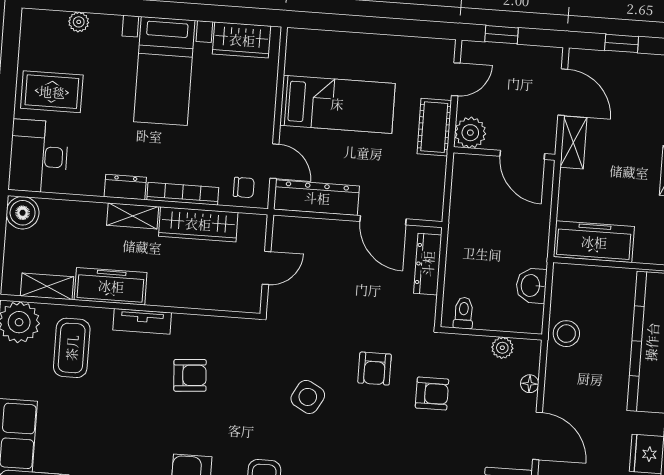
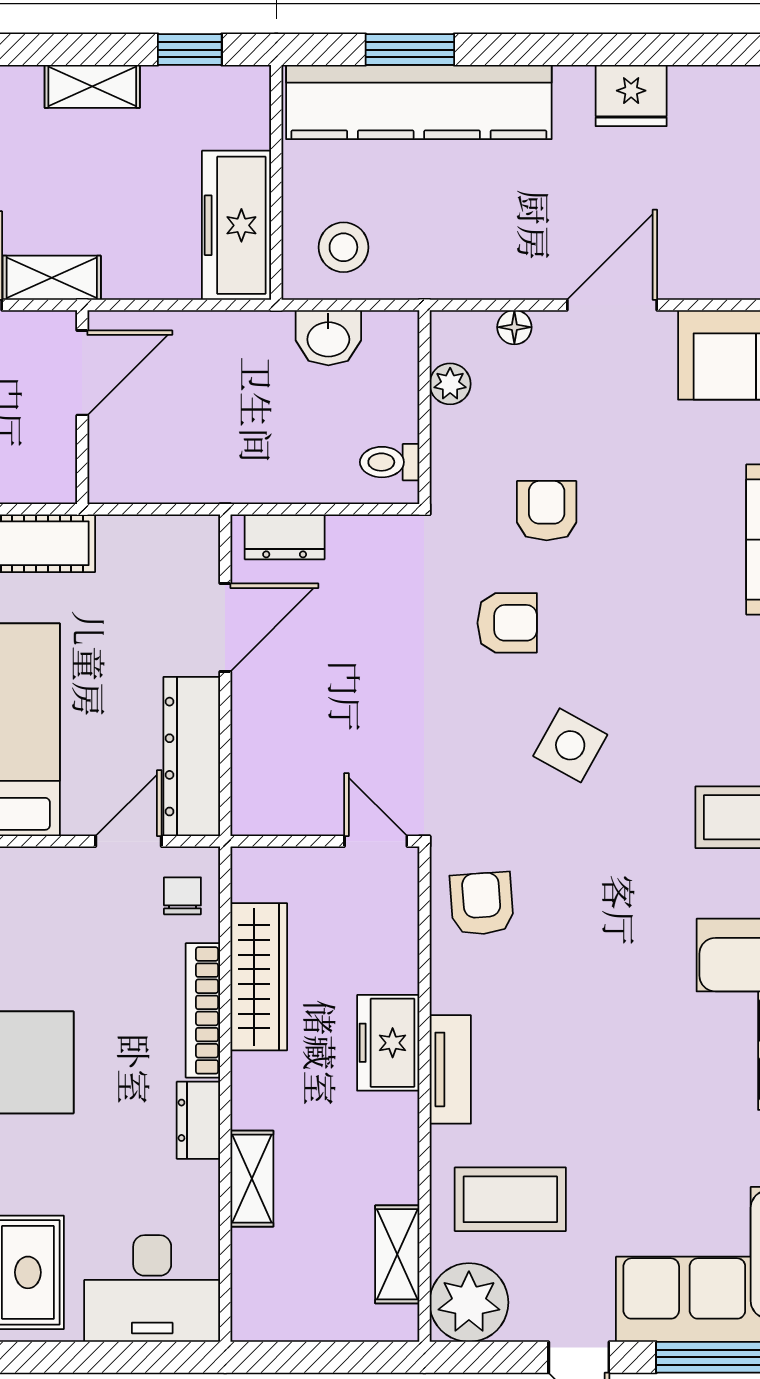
plant: (470, 133) -> (47, 474), removed
boiler: (23, 213) -> (261, 1311), removed
shelving: (133, 216) -> (252, 1179), moved
dresser: (428, 264) -> (285, 537), width x0.70
door: (267, 268) -> (376, 841), moved
freezer: (111, 286) -> (388, 1043), moved, width x0.71
stool: (566, 334) -> (343, 247), moved
armchair: (190, 375) -> (482, 904), moved

